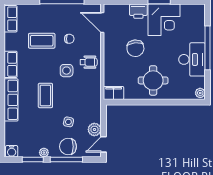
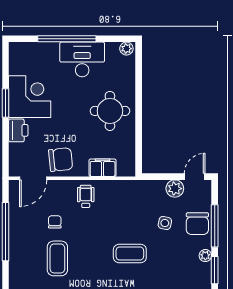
chair: (135, 48) -> (61, 160), moved
side table: (67, 71) -> (97, 226), removed
filing cabinet: (114, 93) -> (103, 168), moved, turned 90
door: (103, 144) -> (195, 177), swing flipped

